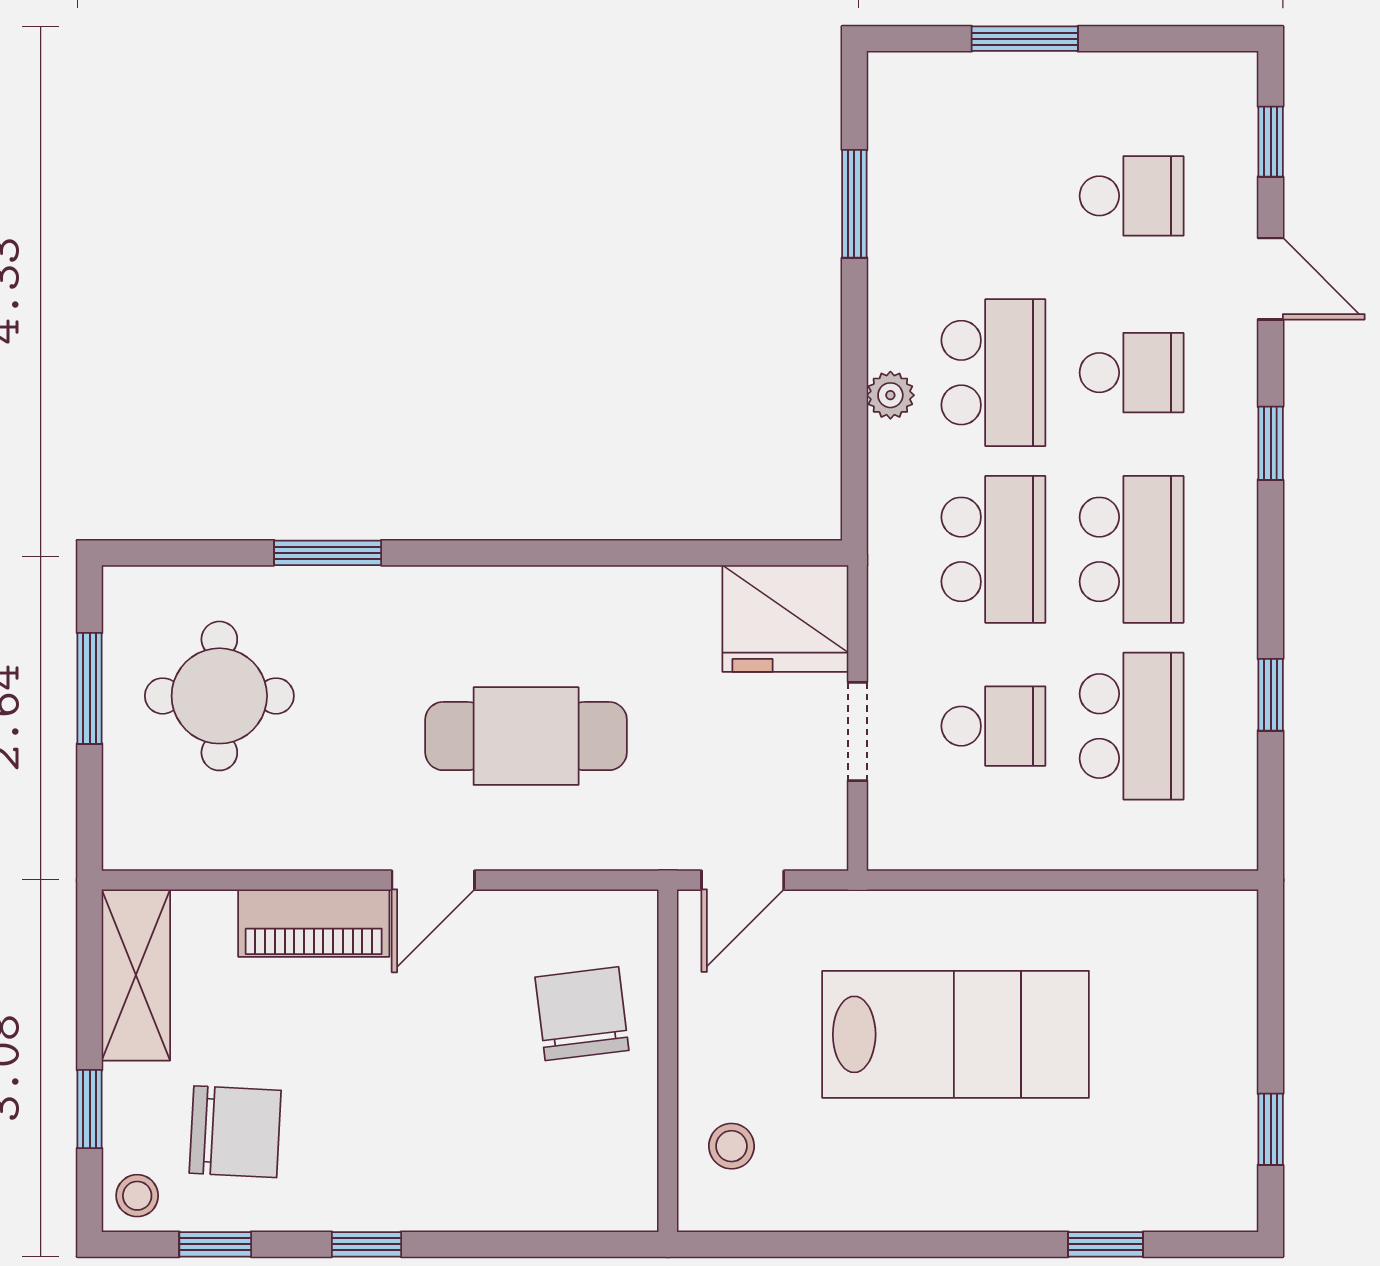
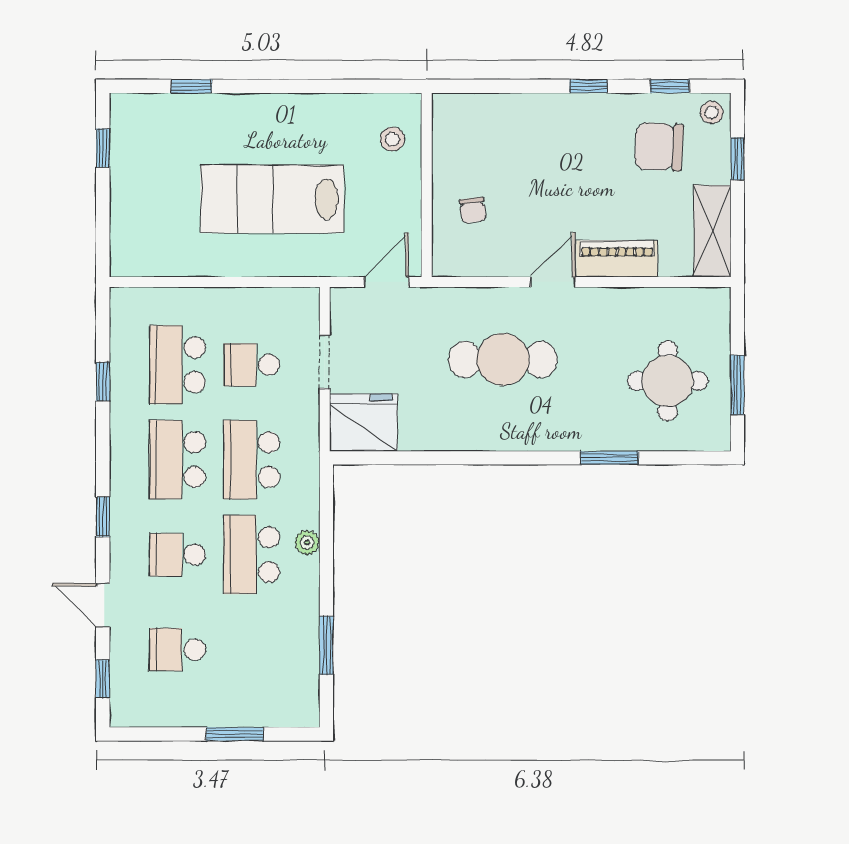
chair: (582, 1014) -> (473, 210), width x0.54, depth x0.54

